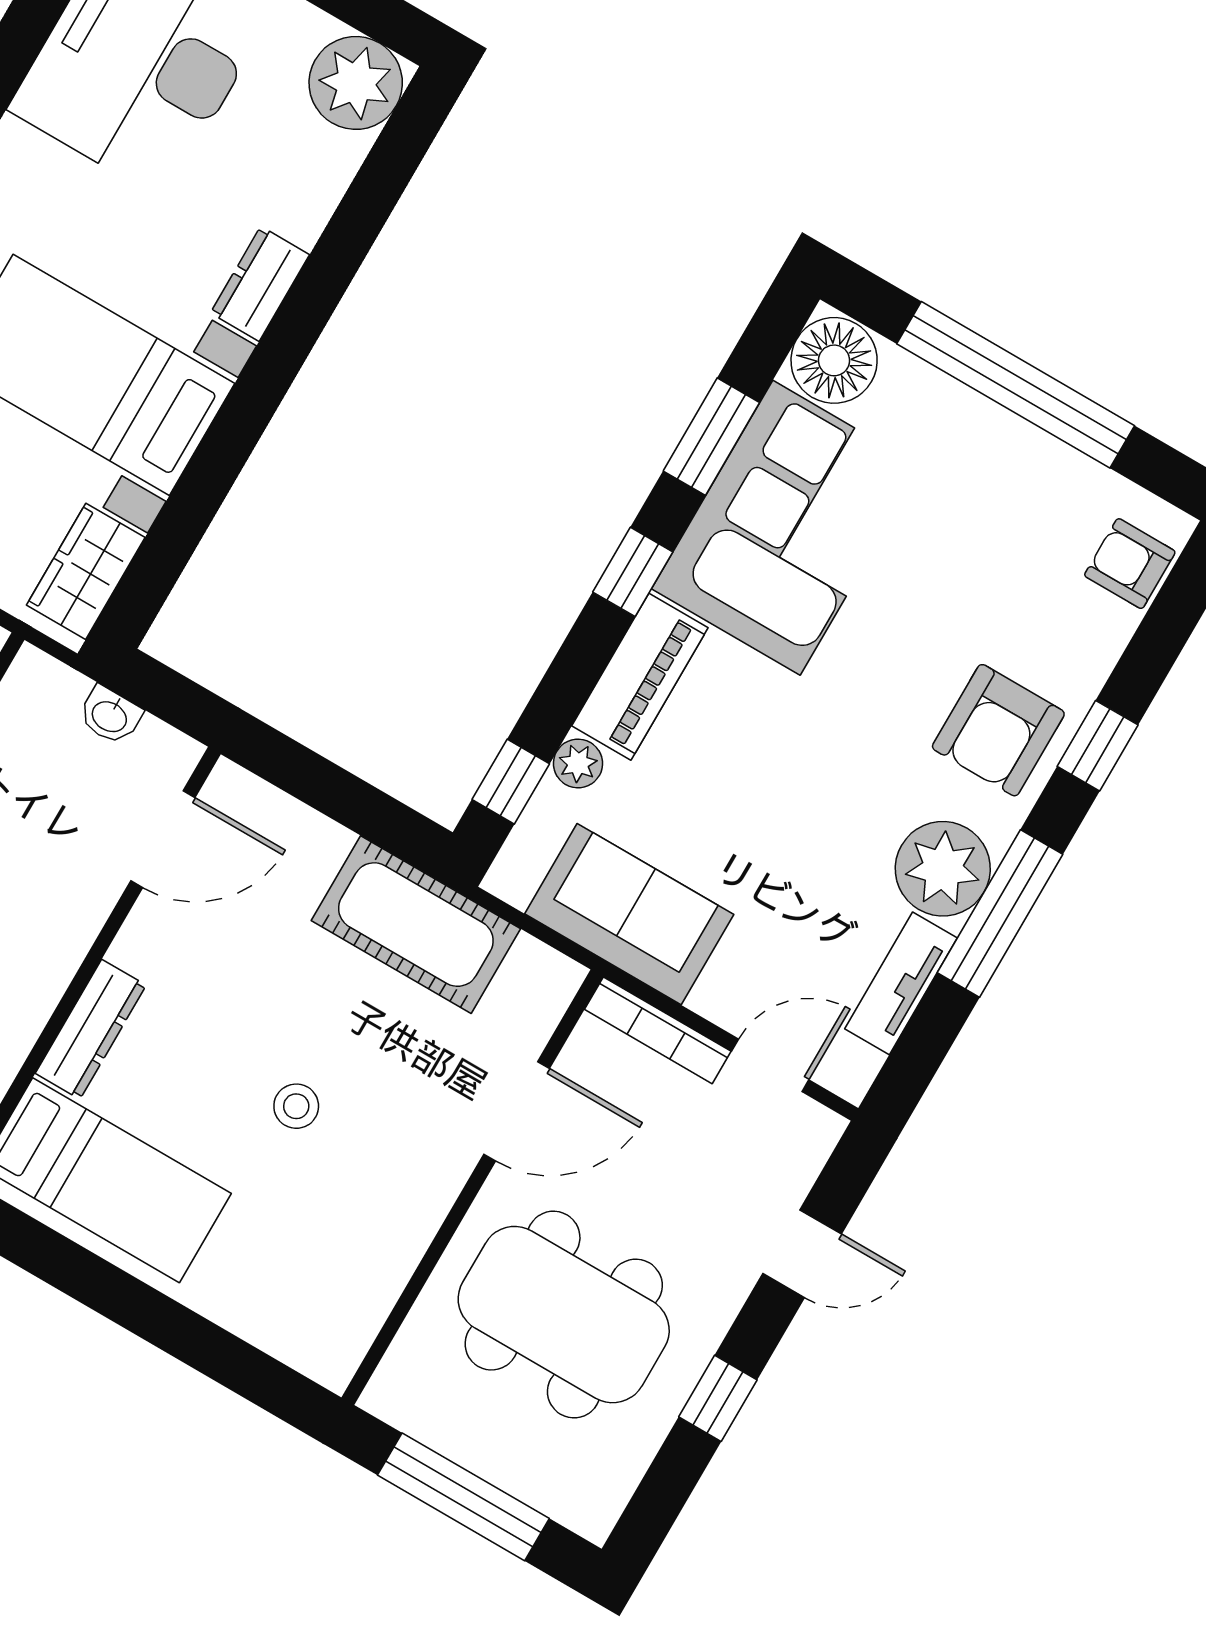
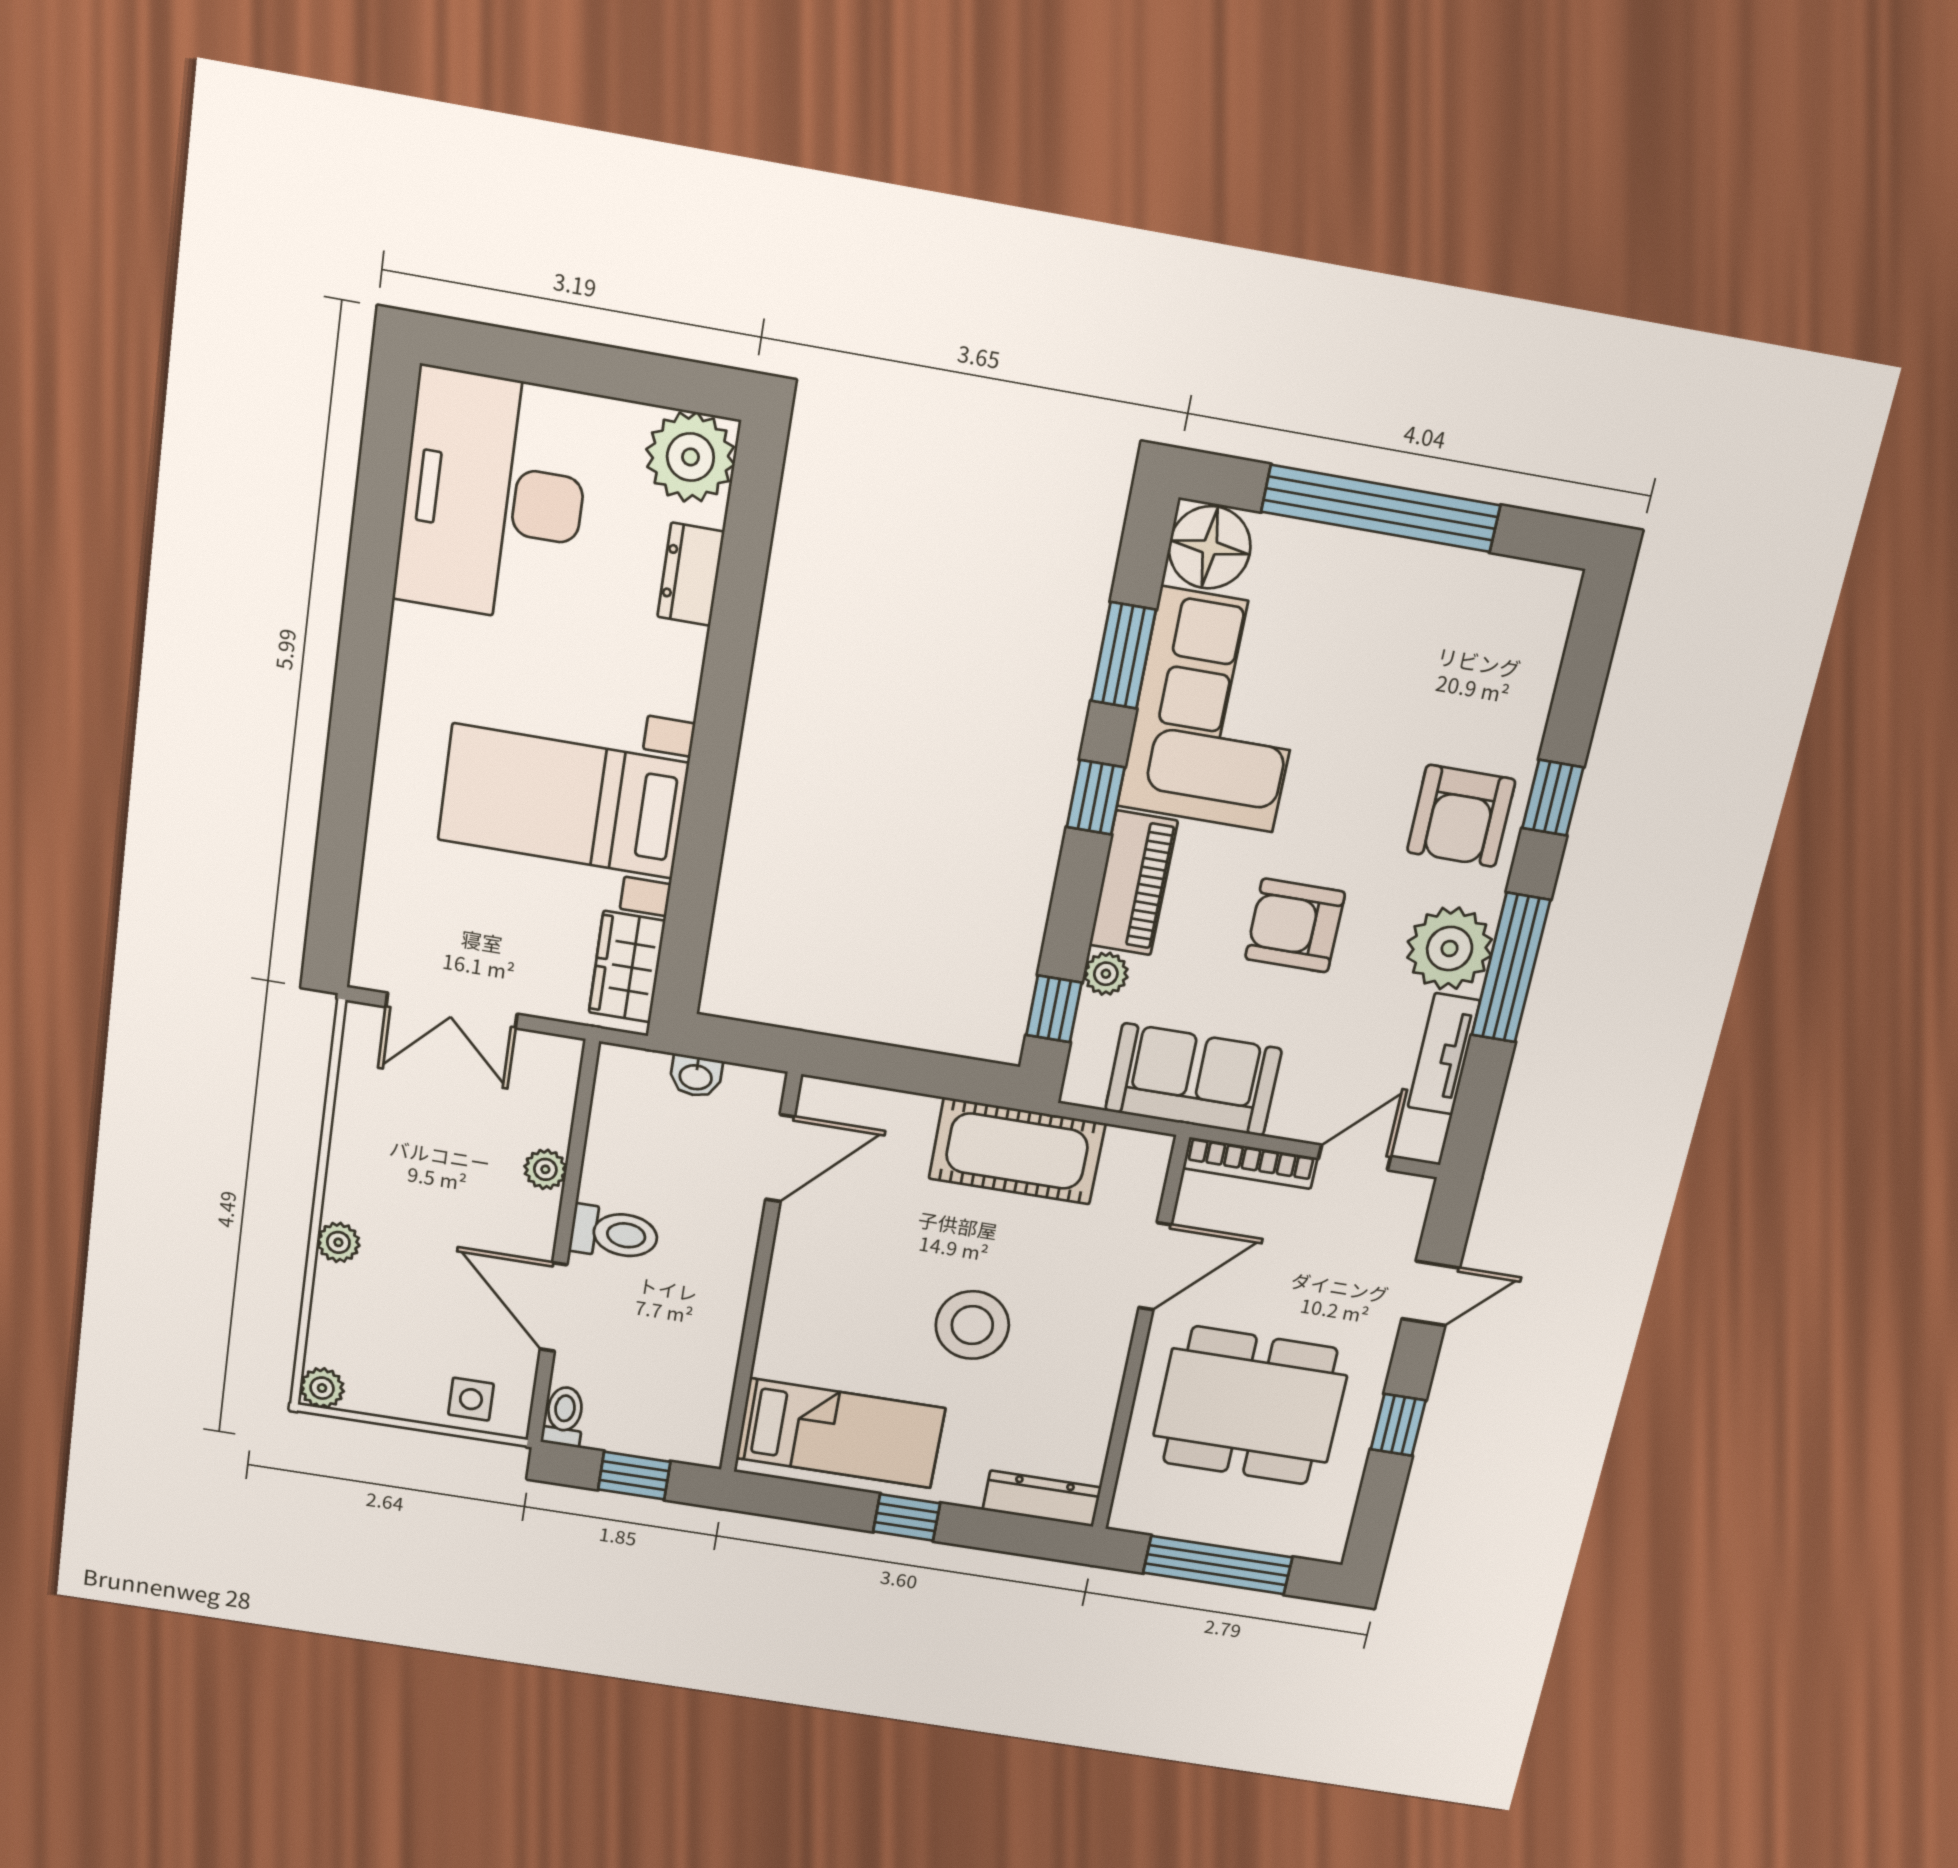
dresser: (260, 284) -> (691, 574), moved
armchair: (1130, 564) -> (1295, 926), moved, width x1.38, depth x1.38
dresser: (91, 1029) -> (1042, 1499), moved, turned -90
stool: (296, 1106) -> (972, 1325), width x1.89, depth x1.89
window: (140, 1309) -> (907, 1517), added

